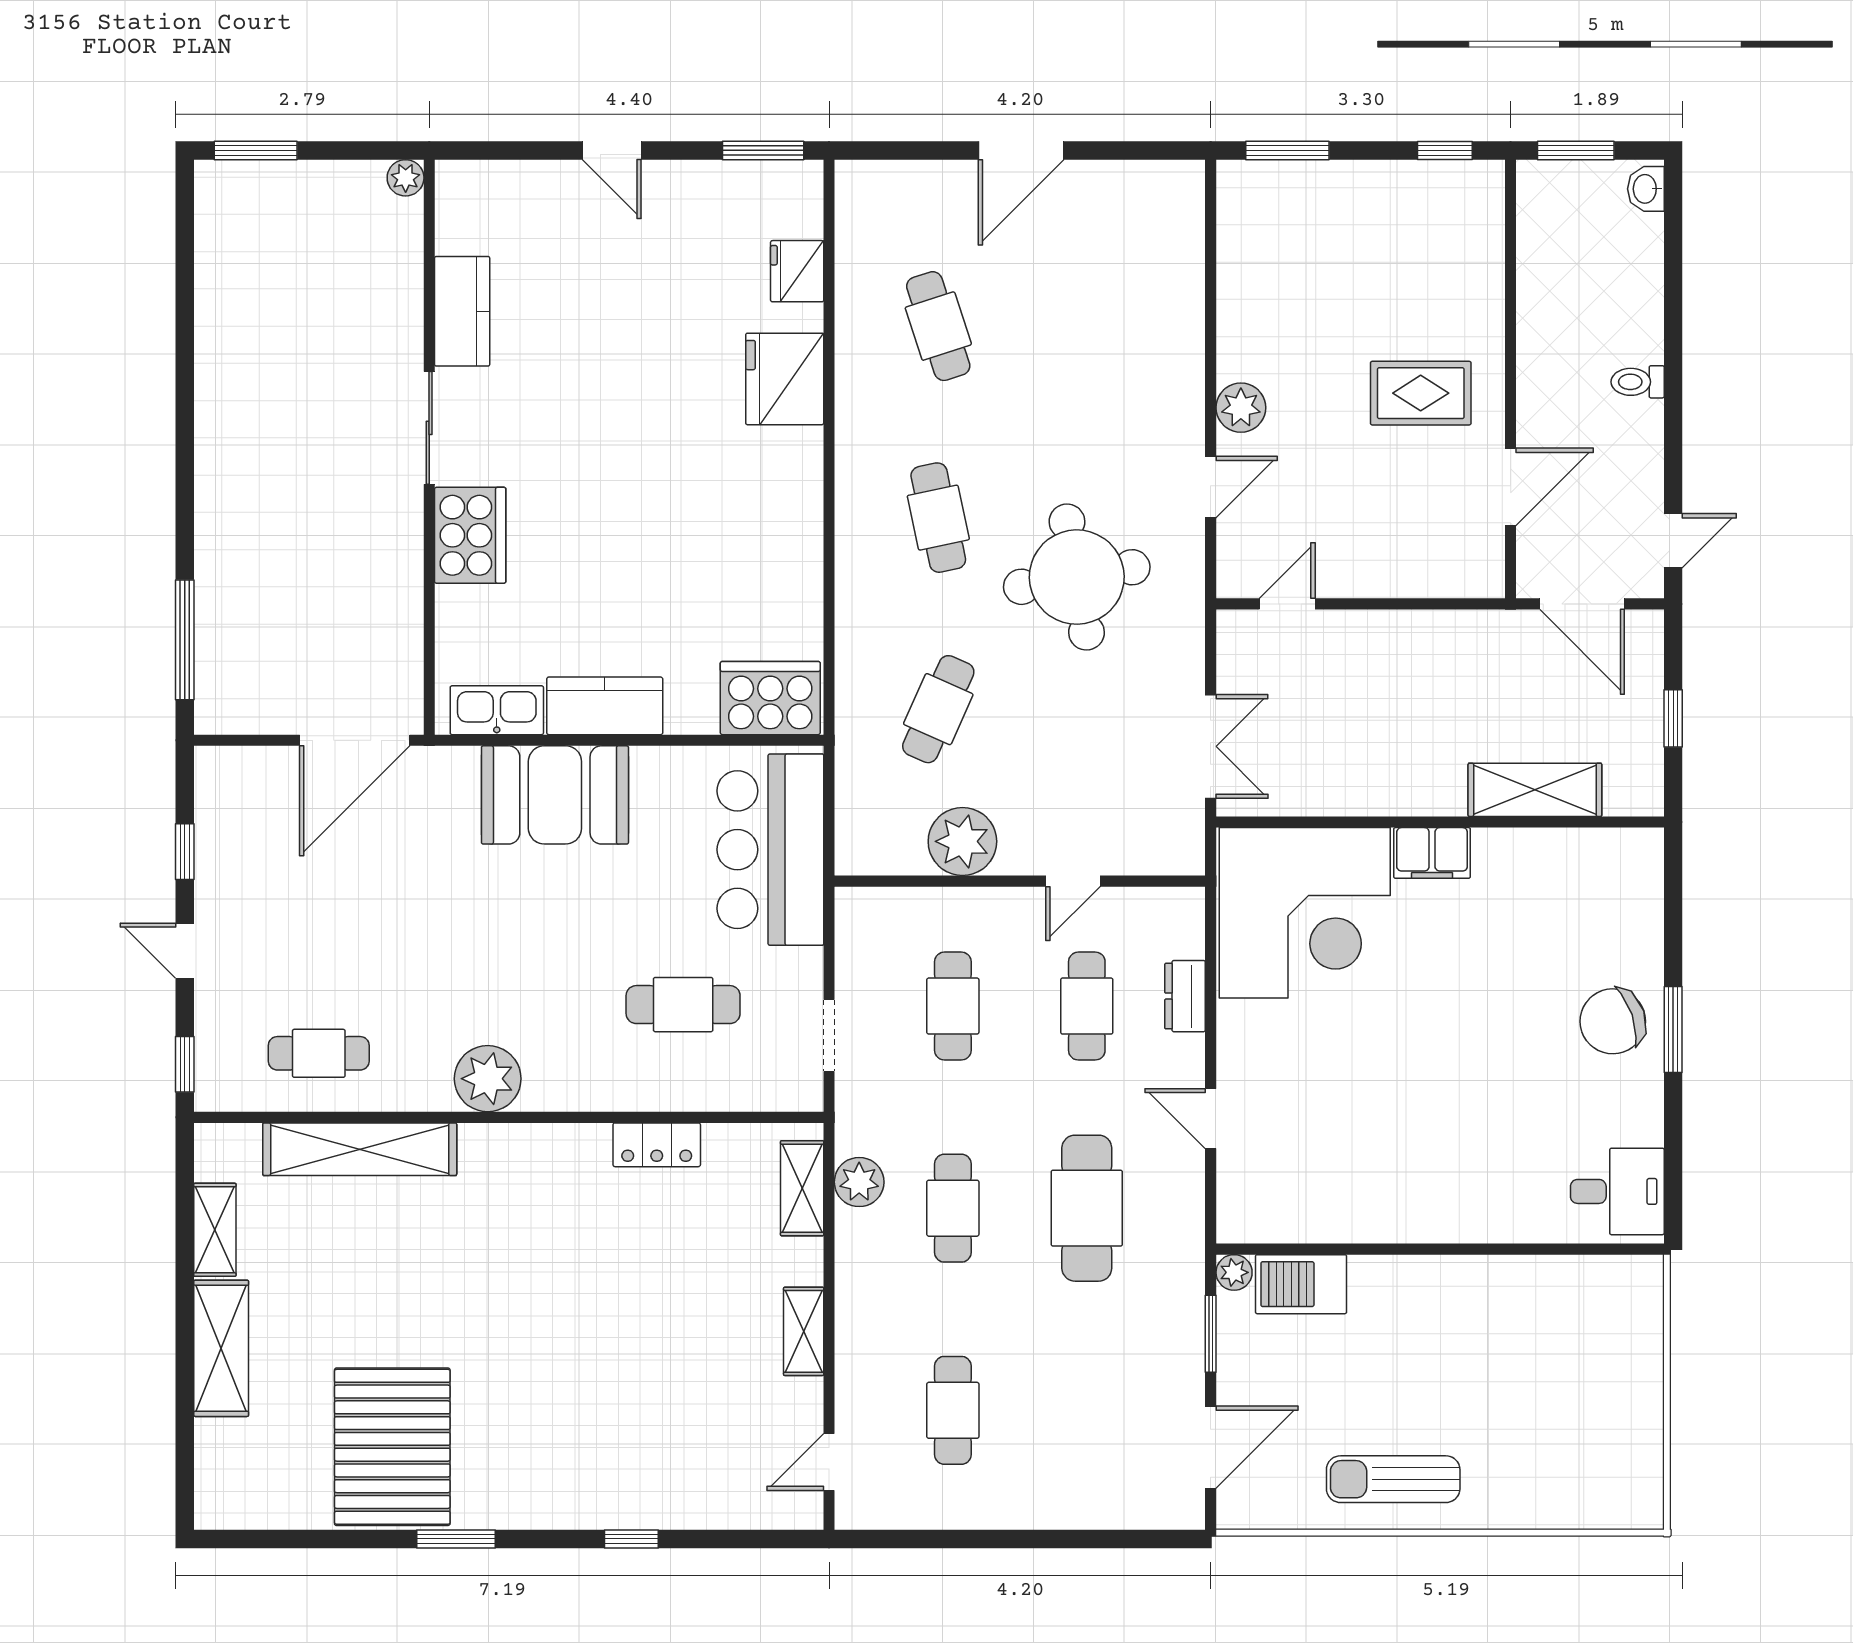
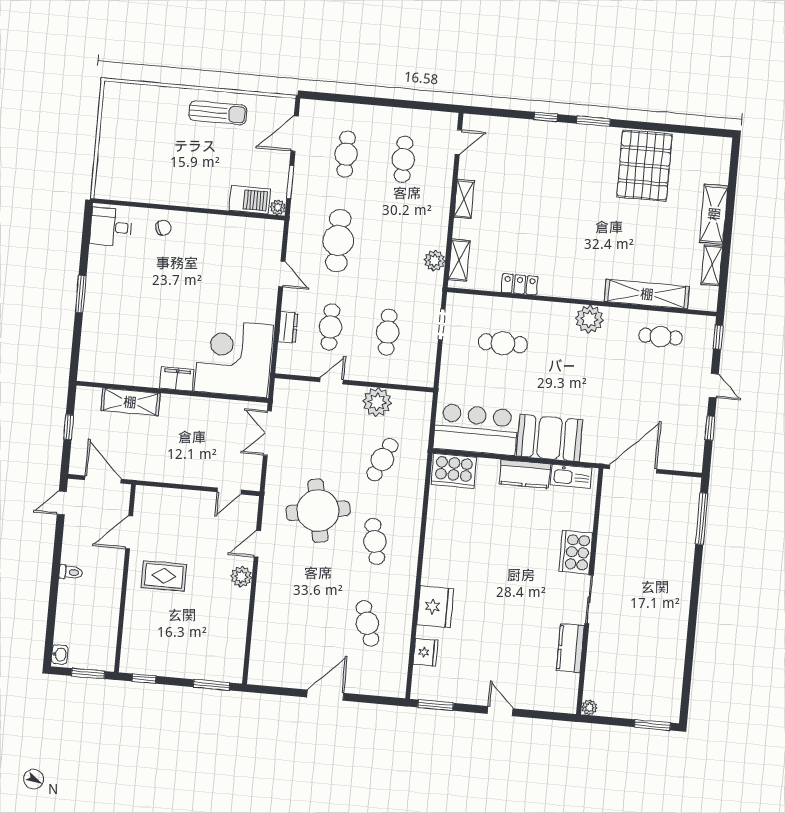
bar counter: (770, 850) -> (476, 429), moved, turned -90
chair: (1613, 1021) -> (163, 228), moved, width x0.54, depth x0.54
cafe table: (953, 1208) -> (346, 154), moved
window: (456, 1539) -> (593, 121), moved

